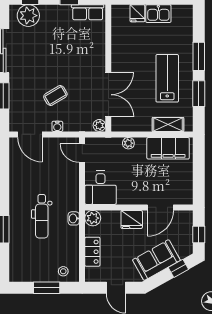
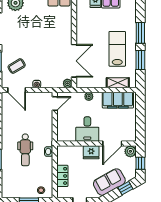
coffee table: (55, 96) -> (17, 66), moved
door: (82, 153) -> (55, 104), swing flipped
desk: (101, 188) -> (87, 129), moved
plant: (93, 218) -> (130, 151), moved

